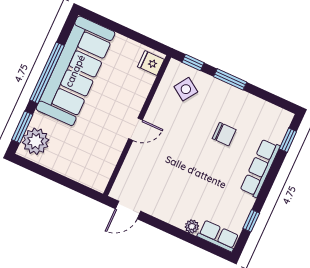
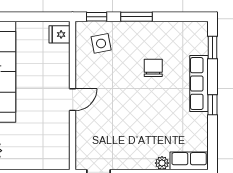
side table: (186, 89) -> (101, 43), turned 45
chair: (224, 134) -> (153, 68), turned -90
window: (251, 221) -> (212, 105), moved

